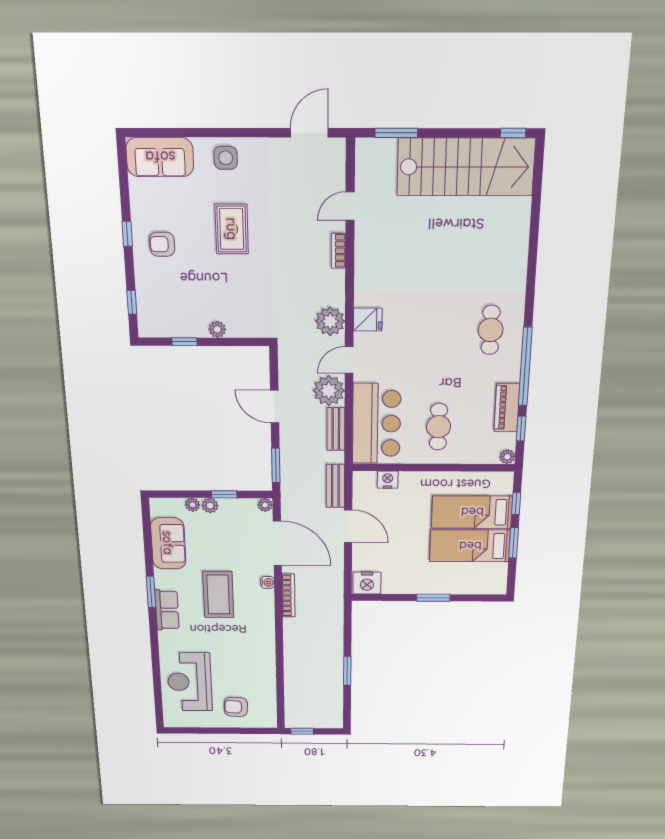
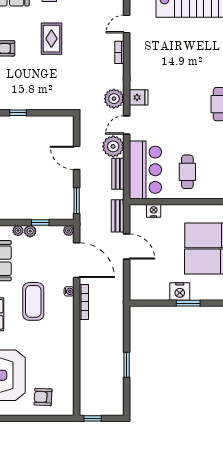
plant: (217, 329) -> (40, 104), removed
nightstand: (367, 583) -> (180, 291), moved

